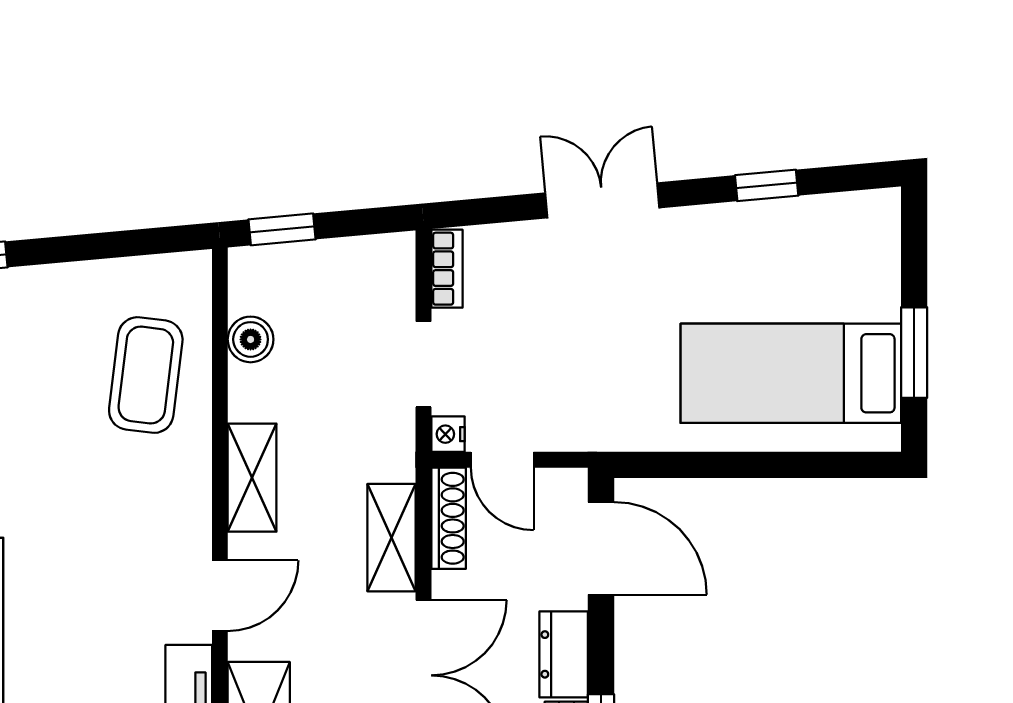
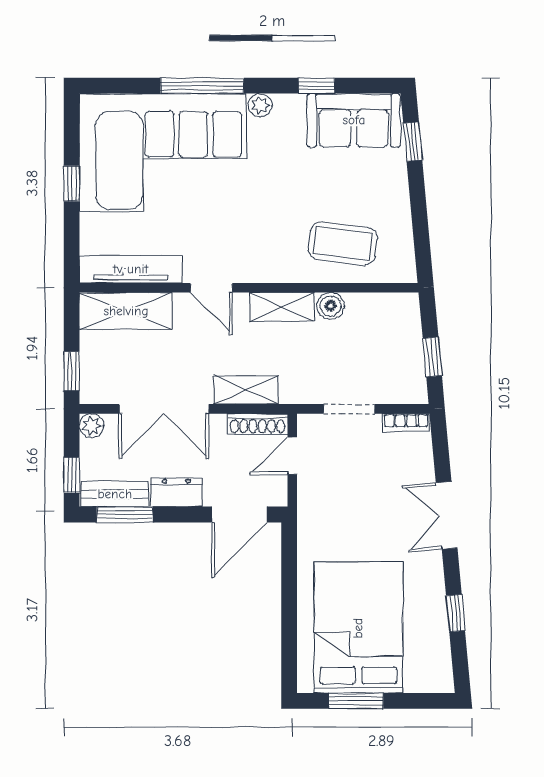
double door: (602, 200) -> (447, 515), swing flipped
window: (282, 229) -> (432, 357), moved
boiler: (251, 339) -> (331, 306), moved
bed: (791, 373) -> (358, 628), width x1.50
nightstand: (448, 434) -> (307, 423), removed

